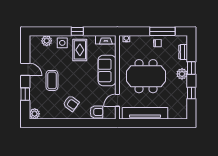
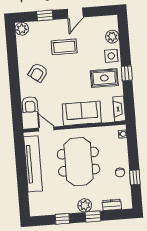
window: (162, 31) -> (135, 177), width x0.46

